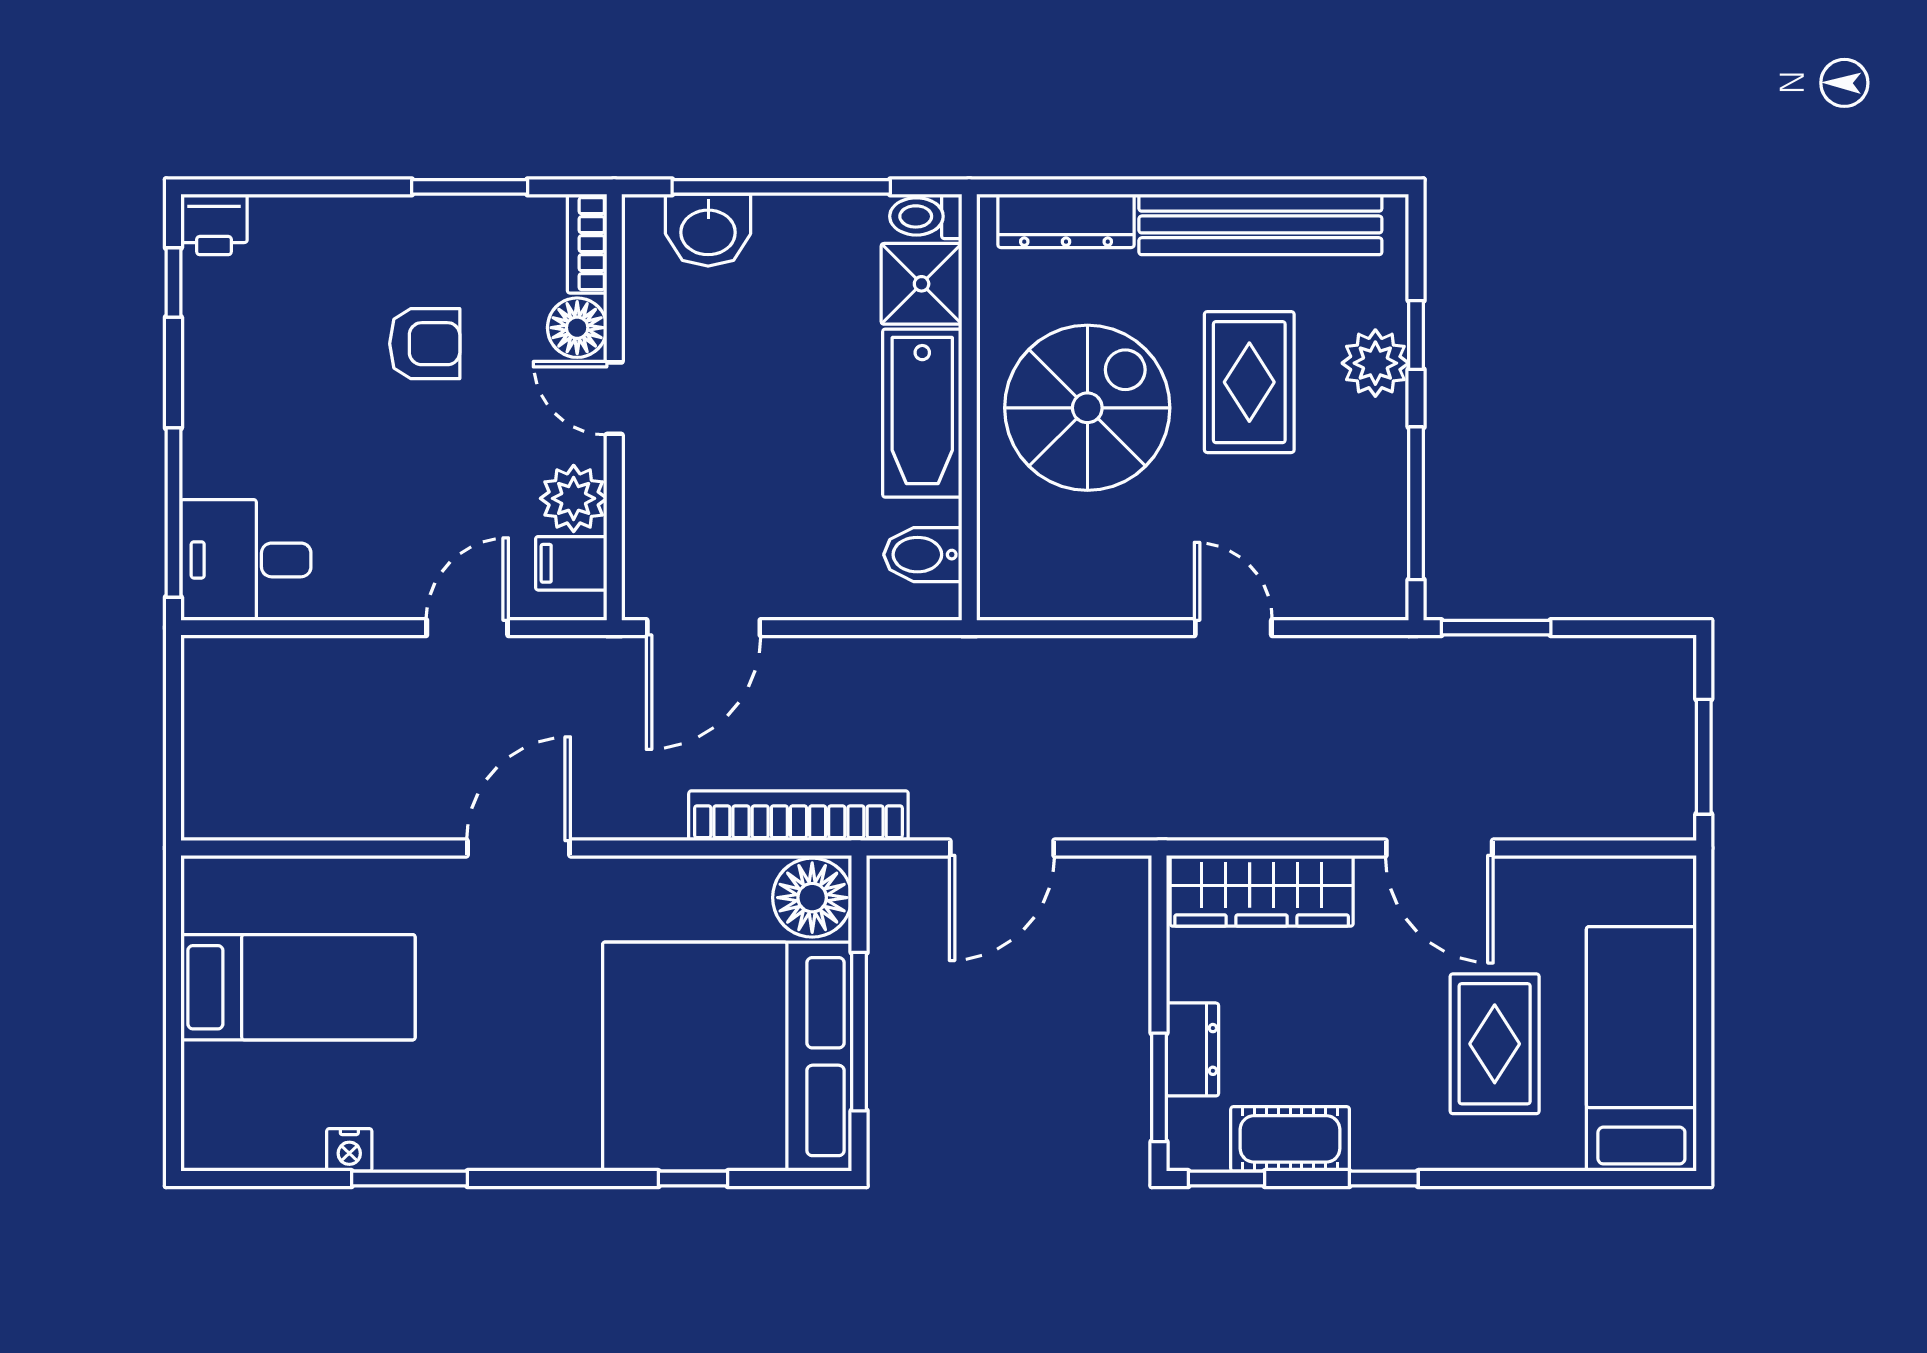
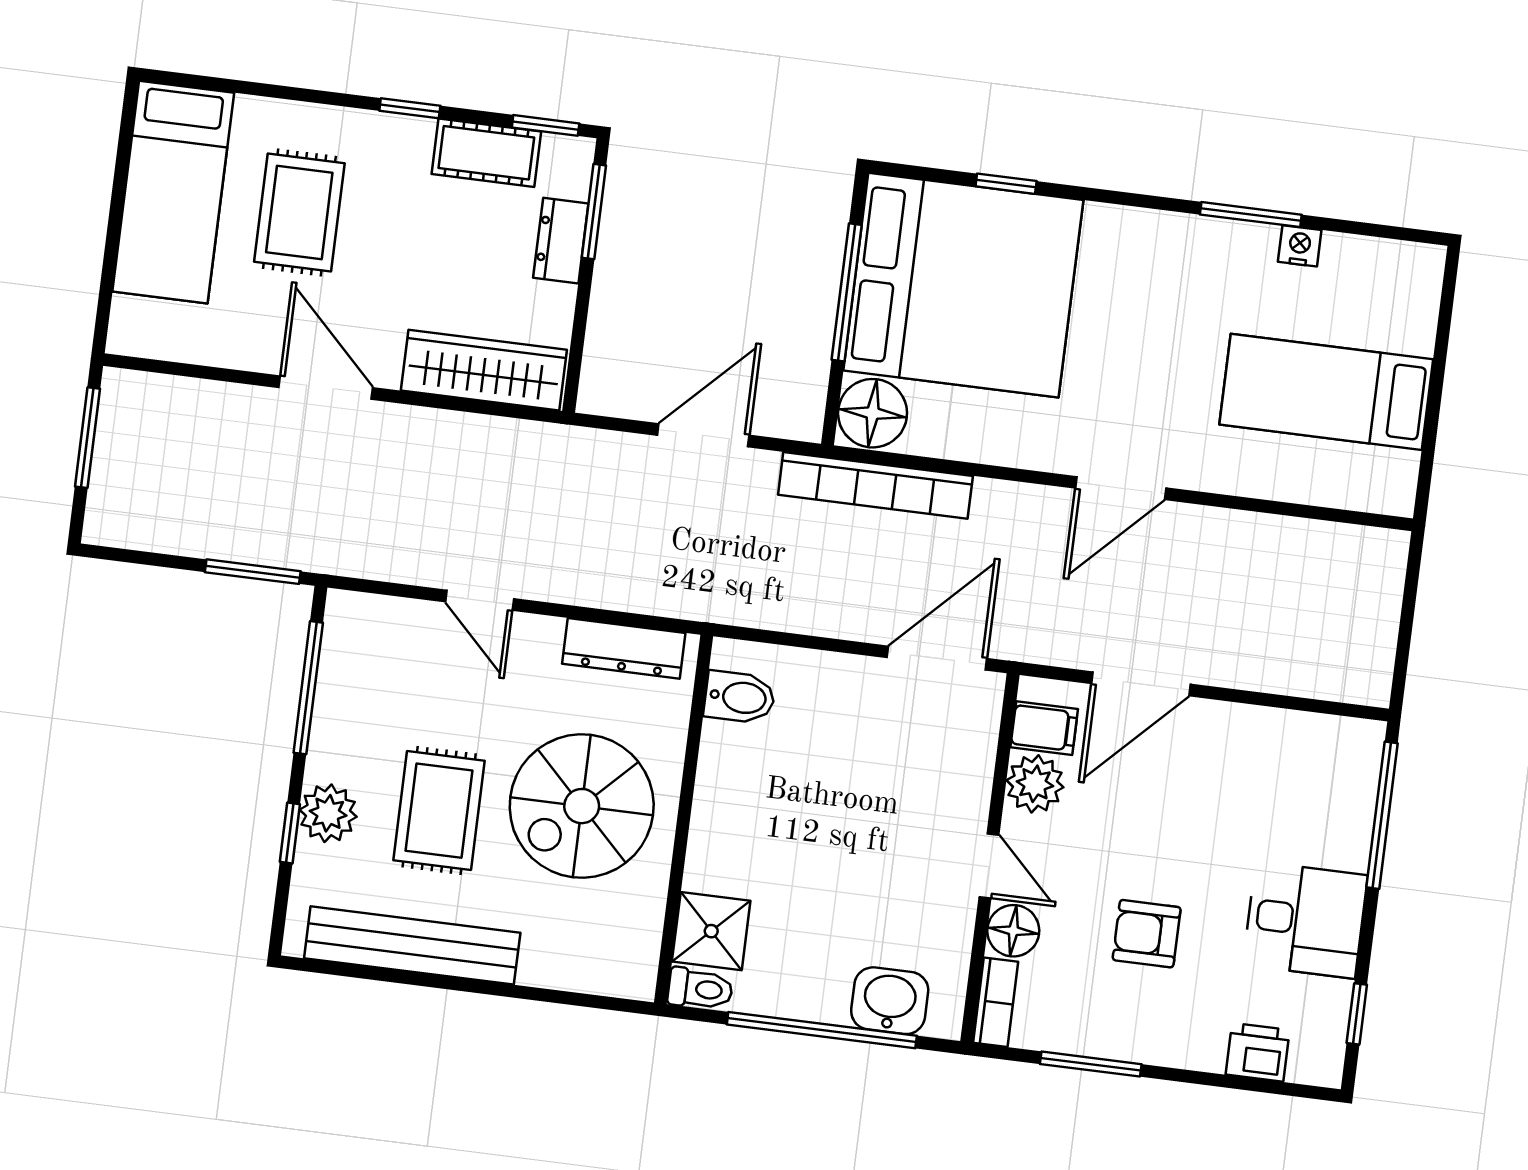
dresser: (1066, 221) -> (624, 648), moved, turned 180
printer: (214, 224) -> (1258, 1052), moved
bathtub: (922, 413) -> (725, 819), removed
desk: (246, 560) -> (1305, 920), moved
door: (467, 628) -> (1141, 684), width x1.38

